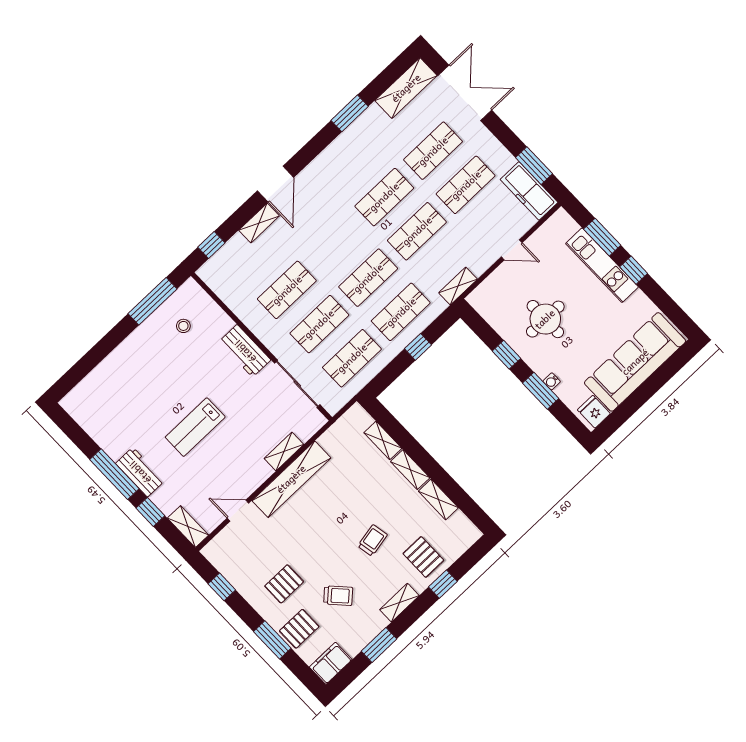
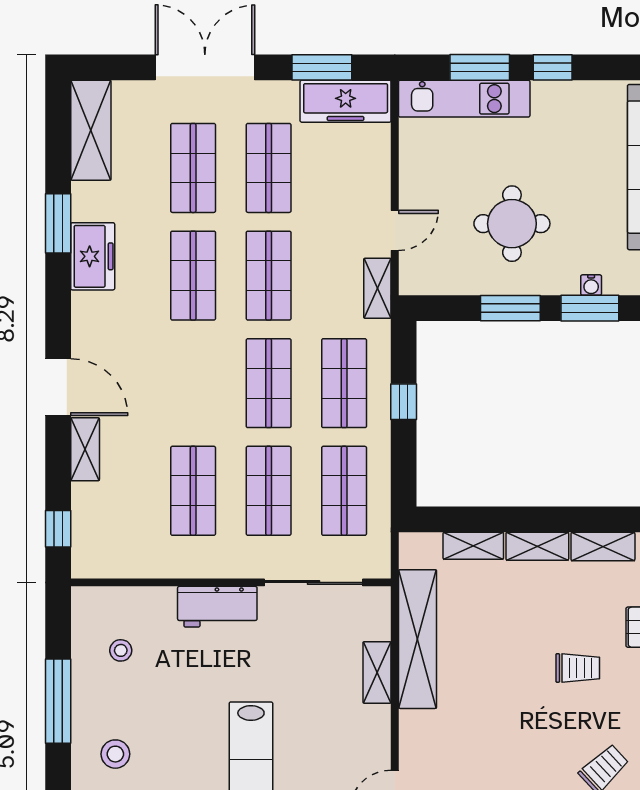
double door: (465, 93) -> (205, 67), moved
freezer: (350, 143) -> (93, 256), added
door: (512, 250) -> (395, 230), moved
kitchen unit: (602, 265) -> (464, 99), moved
window: (153, 301) -> (58, 701), moved
window: (506, 355) -> (510, 308), width x1.50
stool: (134, 368) -> (115, 754), added
shelving: (291, 479) -> (418, 639), moved
trolley: (372, 540) -> (578, 668), turned 101

